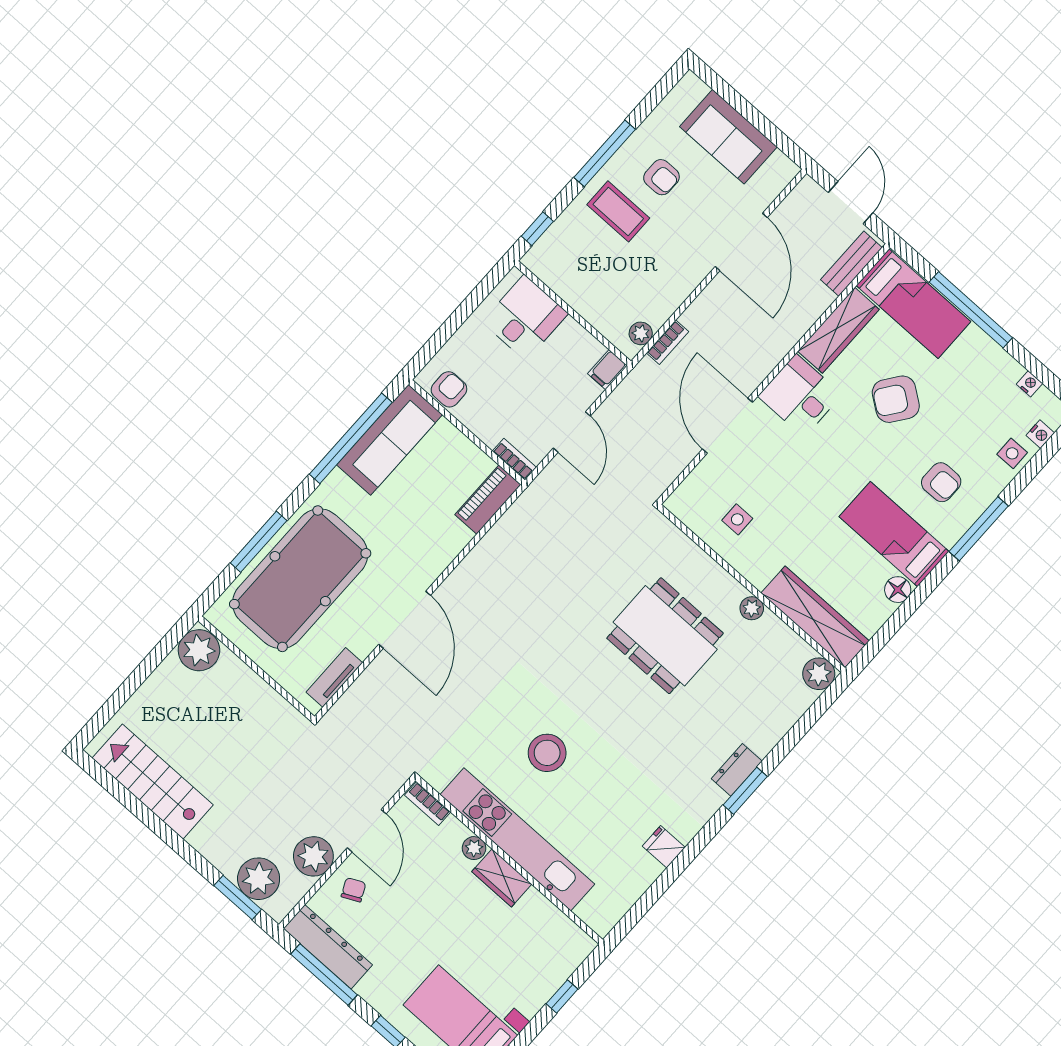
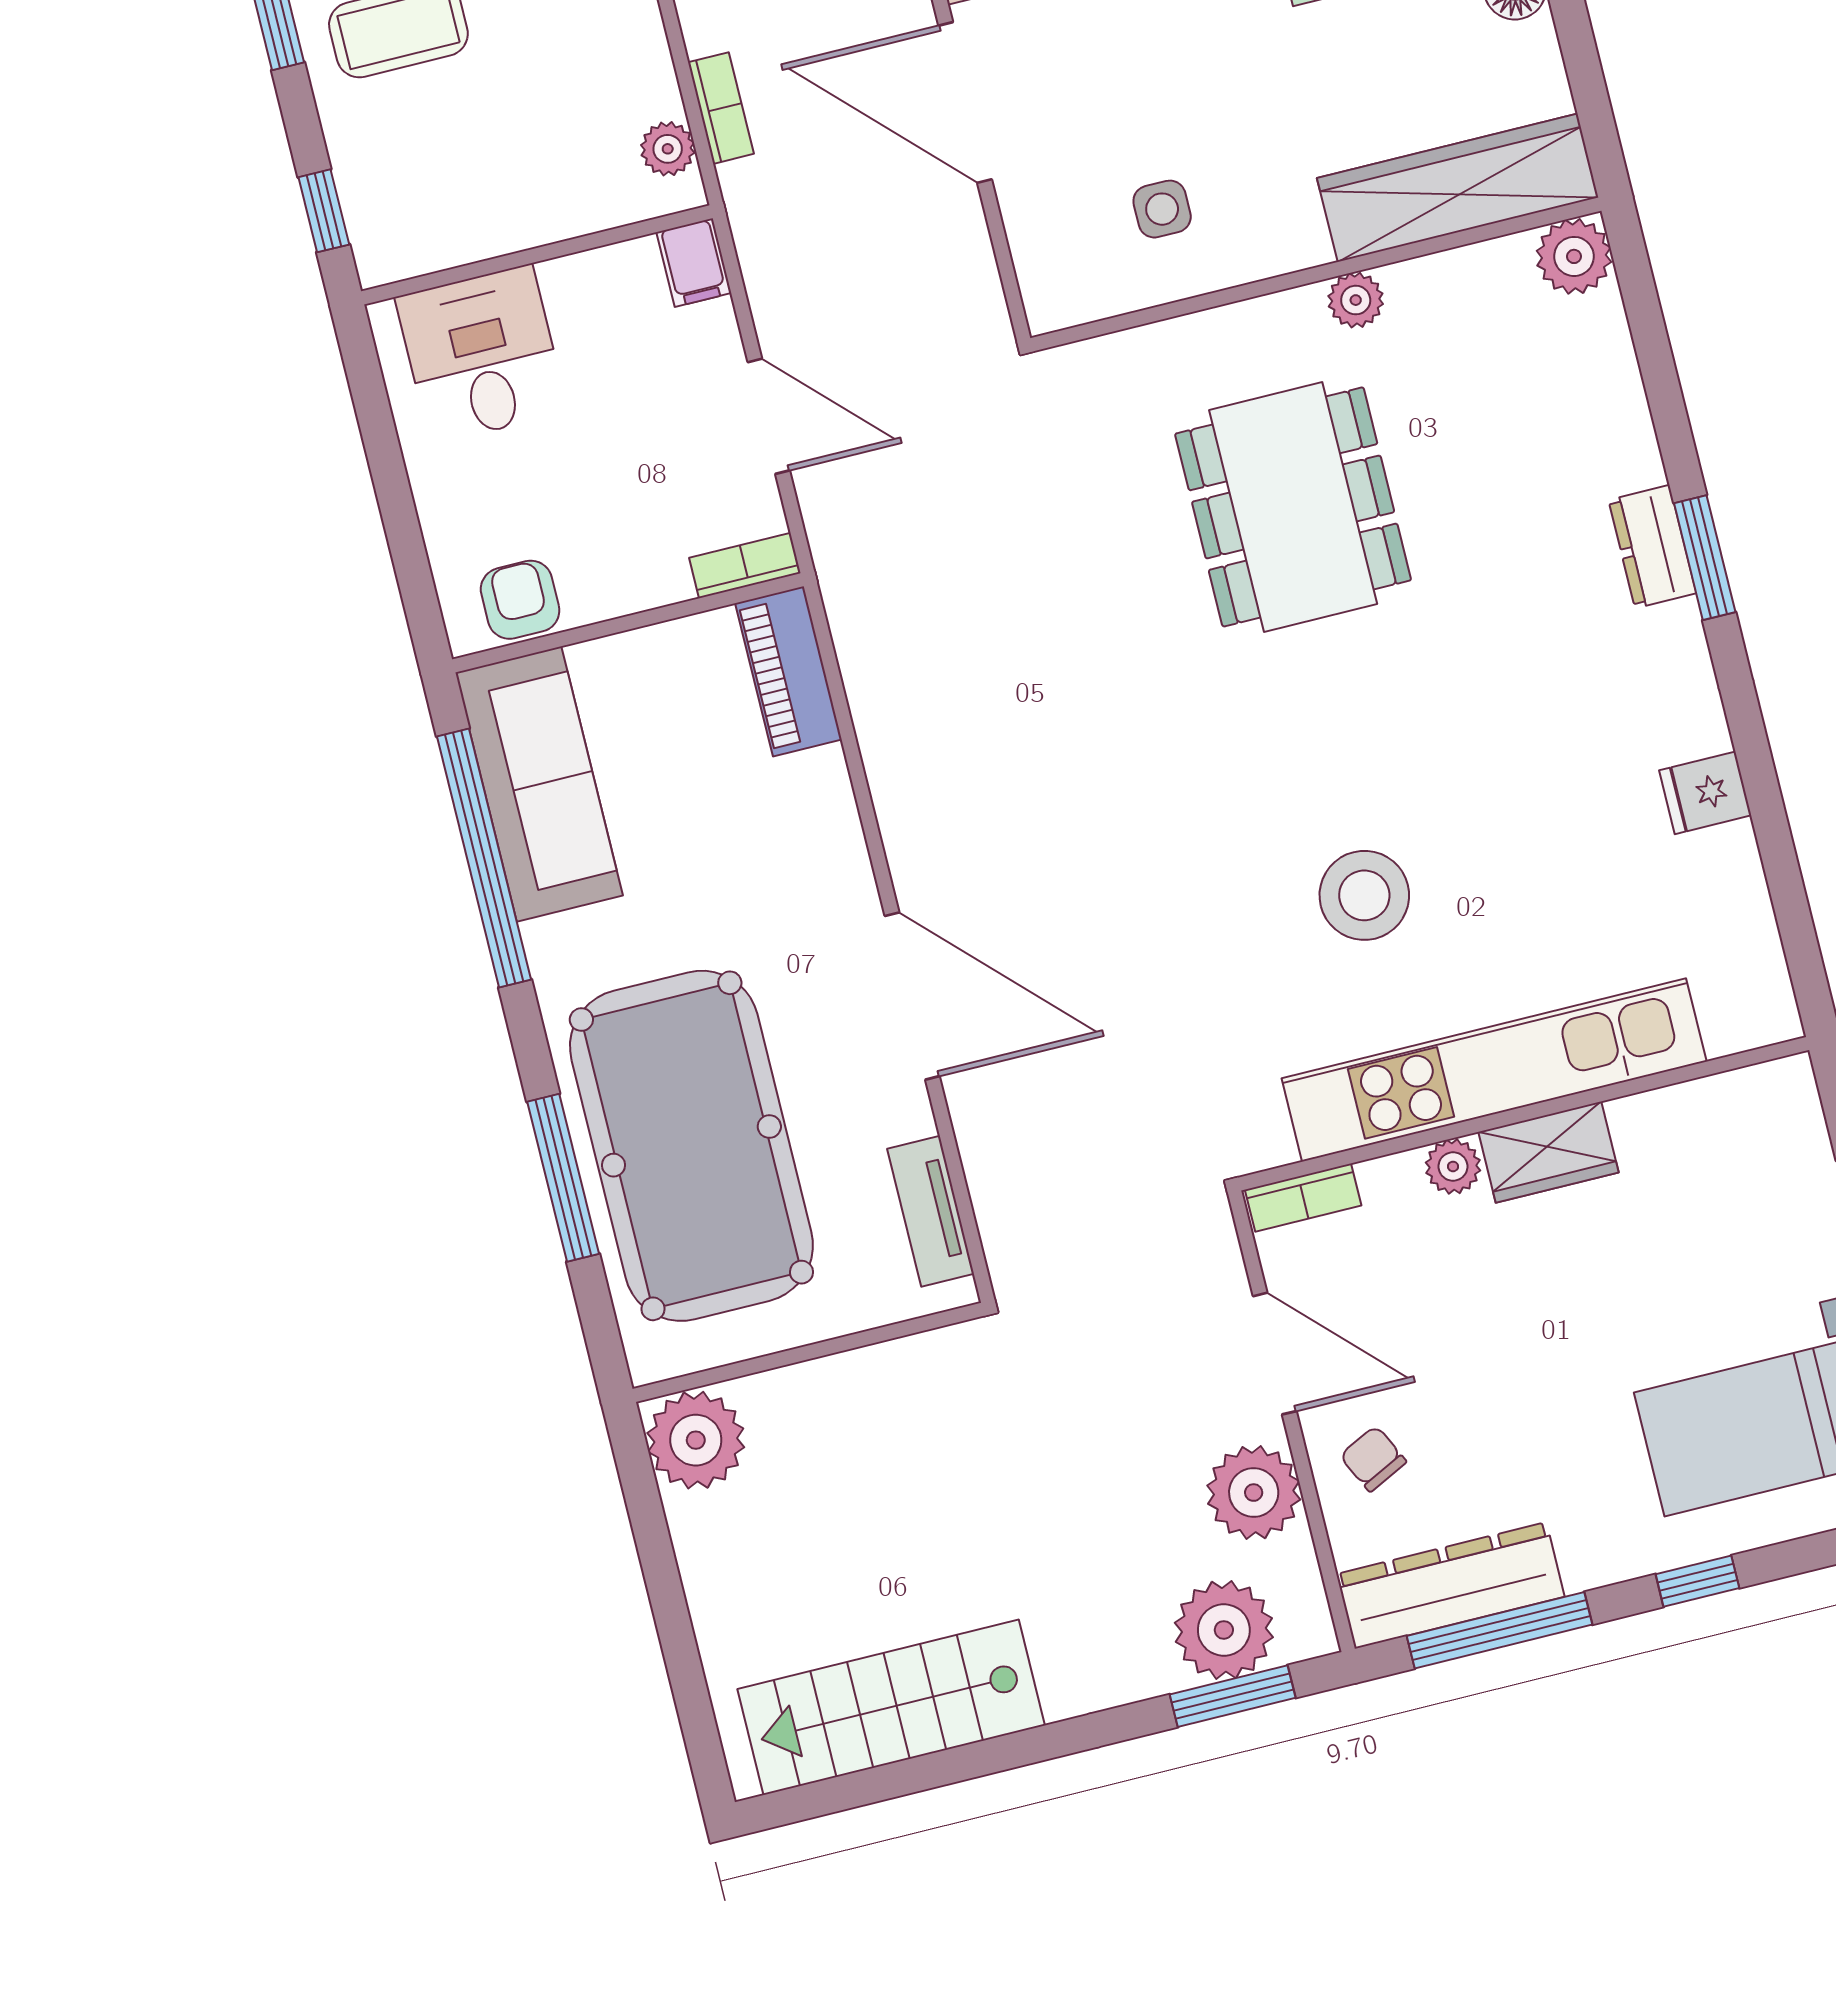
dining table: (665, 636) -> (1293, 507), turned 90

